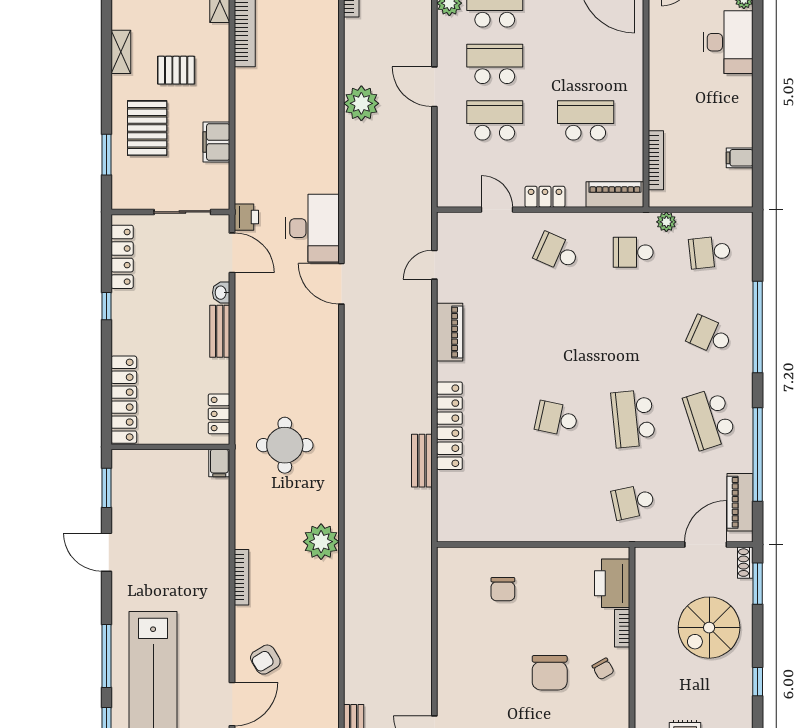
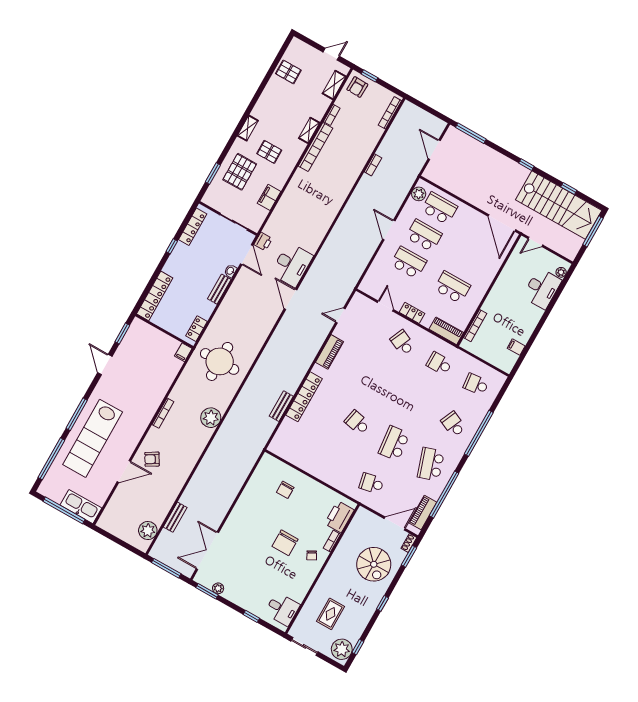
plant: (361, 103) -> (349, 218), removed
plant: (666, 222) -> (463, 358), removed
round table: (285, 445) -> (220, 361), width x1.36, depth x1.36
spiral stairs: (709, 628) -> (374, 564), turned -90

